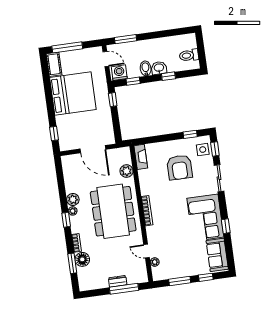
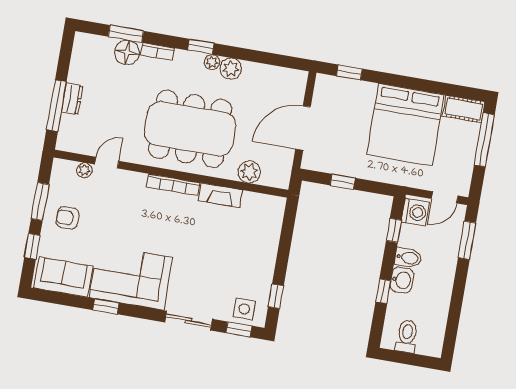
window: (113, 100) -> (343, 182), moved
fireplace: (141, 157) -> (220, 195), moved
armchair: (179, 167) -> (67, 218), moved, width x0.53, depth x0.53

